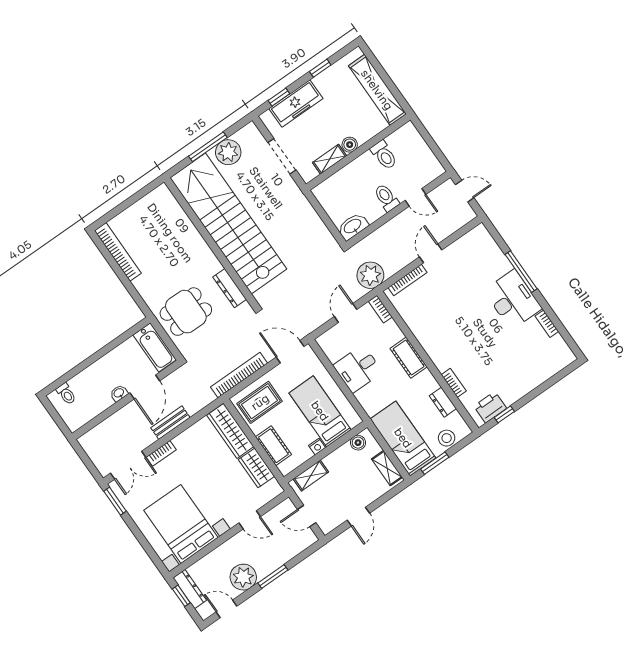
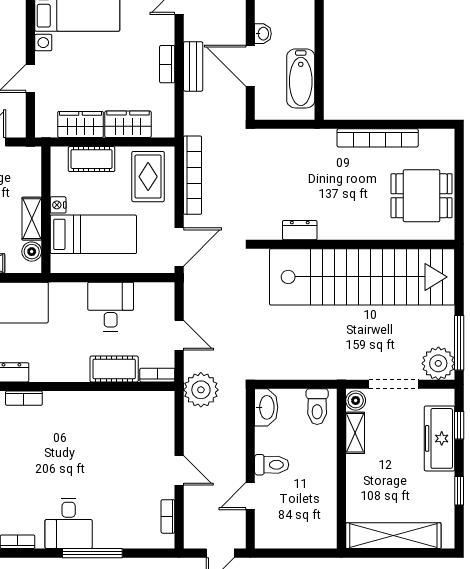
boiler: (350, 145) -> (356, 400), moved
window: (208, 147) -> (459, 343), moved
plant: (228, 152) -> (438, 363), moved
toilet: (384, 155) -> (317, 407), moved, turned -90
bookcase: (118, 252) -> (378, 138), moved
bookcase: (408, 280) -> (168, 516), moved, width x0.64
dresser: (230, 288) -> (300, 230), width x0.70
desk: (513, 300) -> (69, 523), width x0.73
dining table: (186, 312) -> (422, 196), moved, turned 90
bathtub: (155, 347) -> (301, 78), moved, turned -90
cot: (409, 358) -> (114, 369), moved
wardrobe: (230, 431) -> (128, 124), width x0.67
bookcase: (161, 453) -> (167, 64), moved
shelving: (311, 476) -> (32, 219), moved

